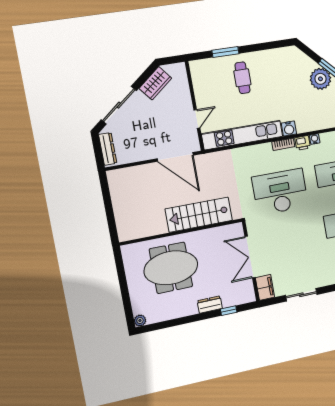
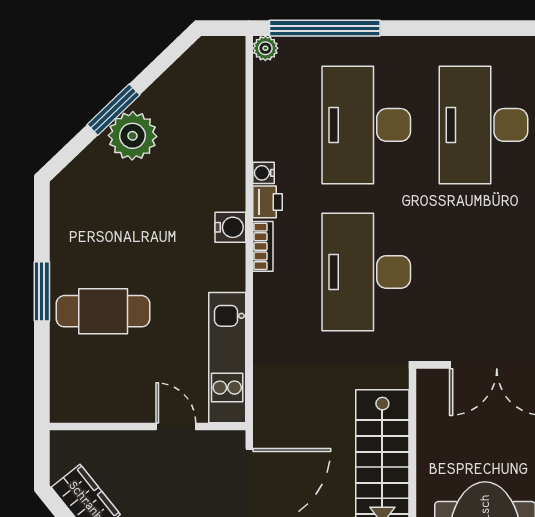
window: (225, 52) -> (42, 291), moved
cafe table: (242, 78) -> (103, 311), width x1.37, depth x1.35
kitchen unit: (242, 135) -> (227, 358), width x0.73

